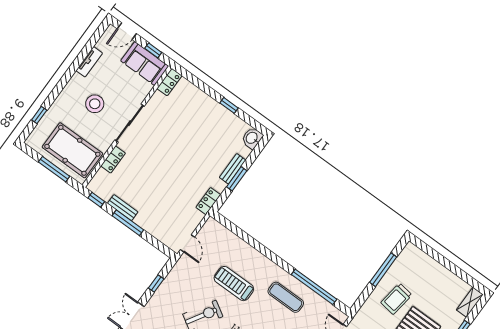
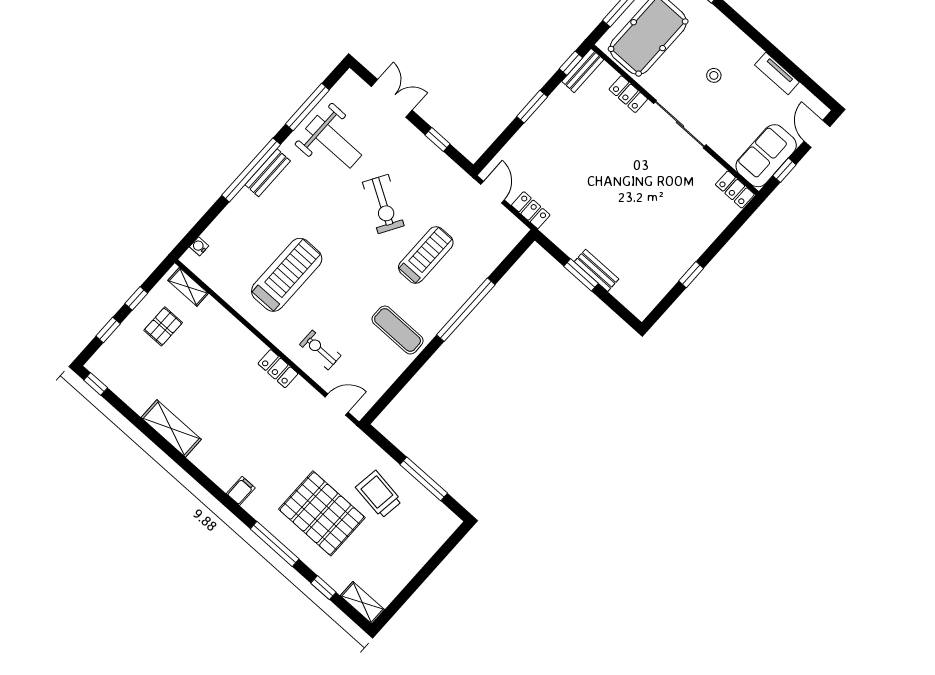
stool: (95, 104) -> (714, 75), width x0.53, depth x0.53
washbasin: (252, 138) -> (639, 304), removed
locker: (208, 201) -> (531, 210), moved
bench: (123, 208) -> (583, 71), moved
window: (128, 223) -> (532, 107), width x0.69
door: (188, 243) -> (493, 192), swing flipped
window: (314, 287) -> (466, 310), moved
exercise mat: (286, 297) -> (398, 330), turned 90

